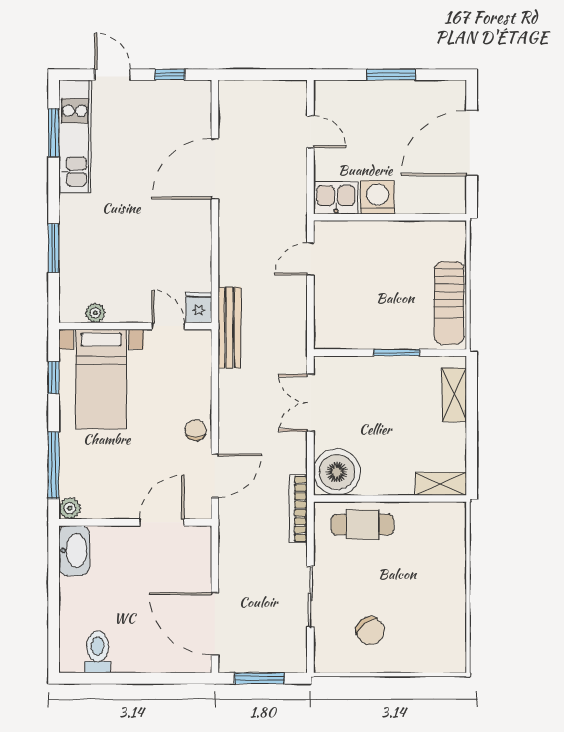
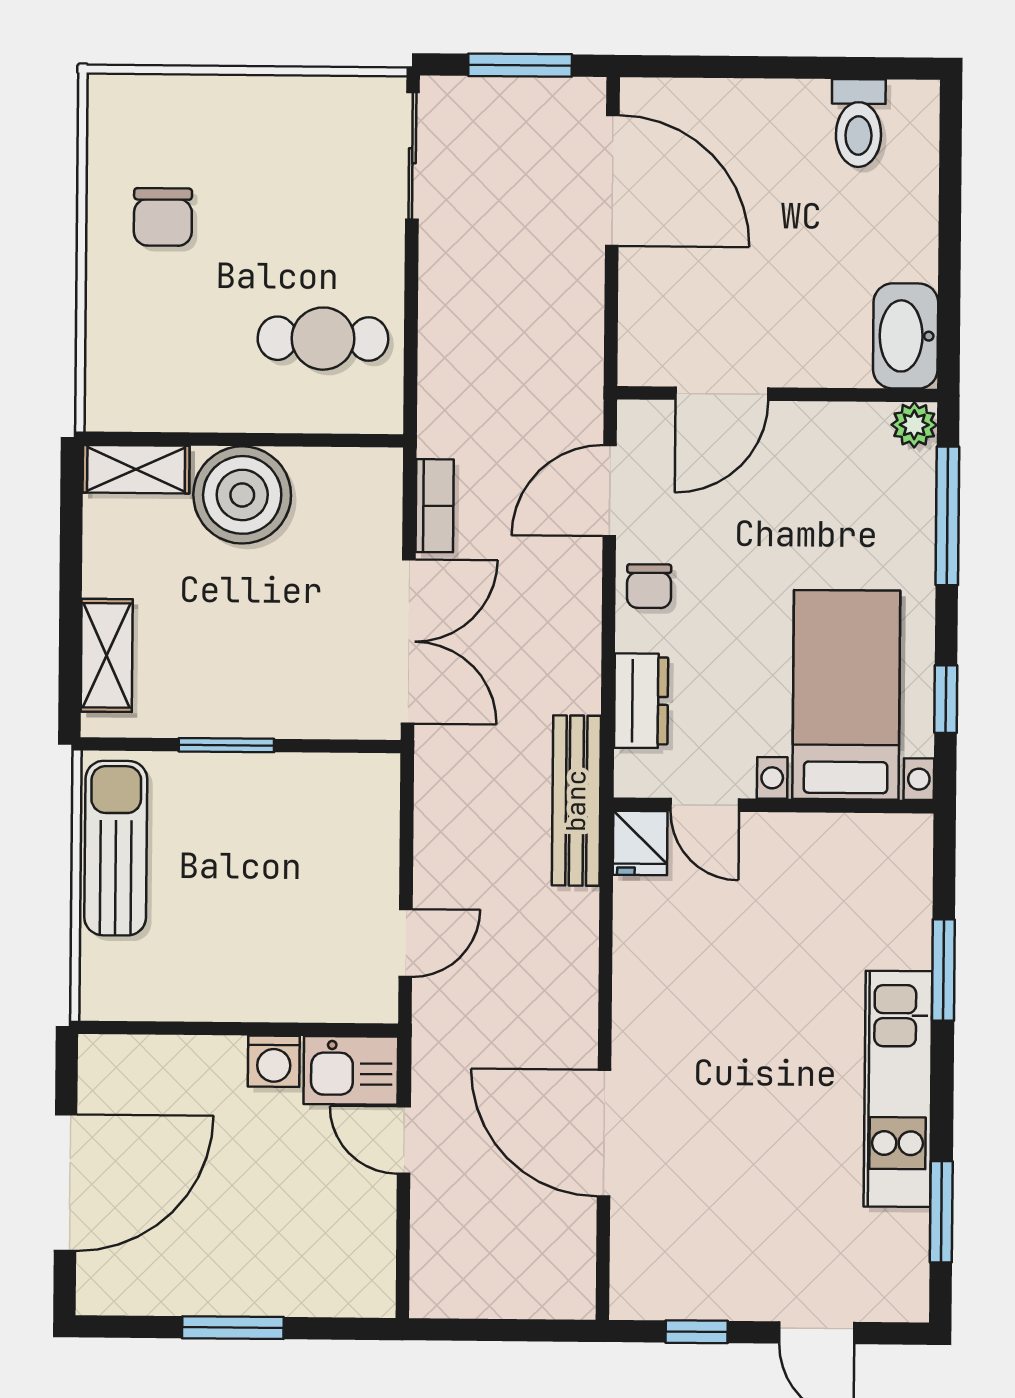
door: (310, 132) -> (404, 1140), moved
kitchen unit: (75, 137) -> (898, 1089), moved
door: (215, 169) -> (604, 1133), swing flipped
washing machine: (377, 197) -> (274, 1061), width x0.73, depth x0.73
plant: (95, 313) -> (857, 834), removed
dresser: (199, 375) -> (641, 701), added
double door: (310, 403) -> (408, 641), width x1.37
boiler: (337, 472) -> (242, 495), moved
bookcase: (298, 509) -> (435, 506), moved, width x0.64
cafe table: (362, 525) -> (323, 339), moved
sliding door: (310, 597) -> (412, 156), moved
chair: (370, 631) -> (163, 217), moved, turned -142

